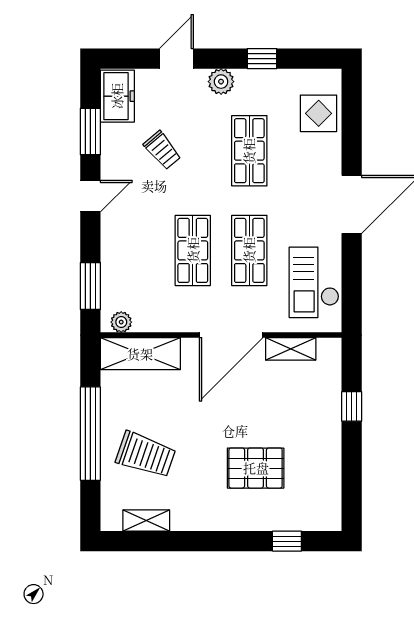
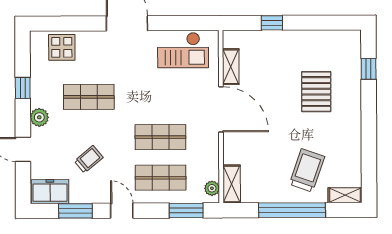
shop shelf: (249, 250) -> (161, 178), moved
shelving: (140, 354) -> (232, 184), width x0.67, depth x0.75
shelving: (146, 520) -> (345, 195), moved, turned 90

